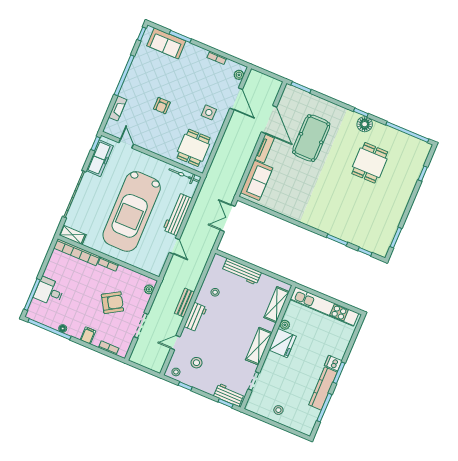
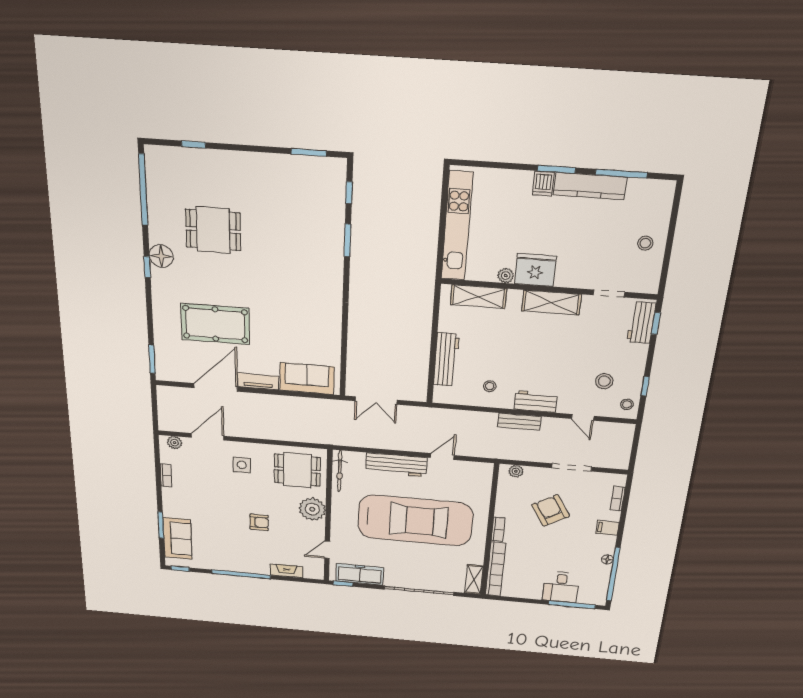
plant: (161, 146) -> (312, 509), added

